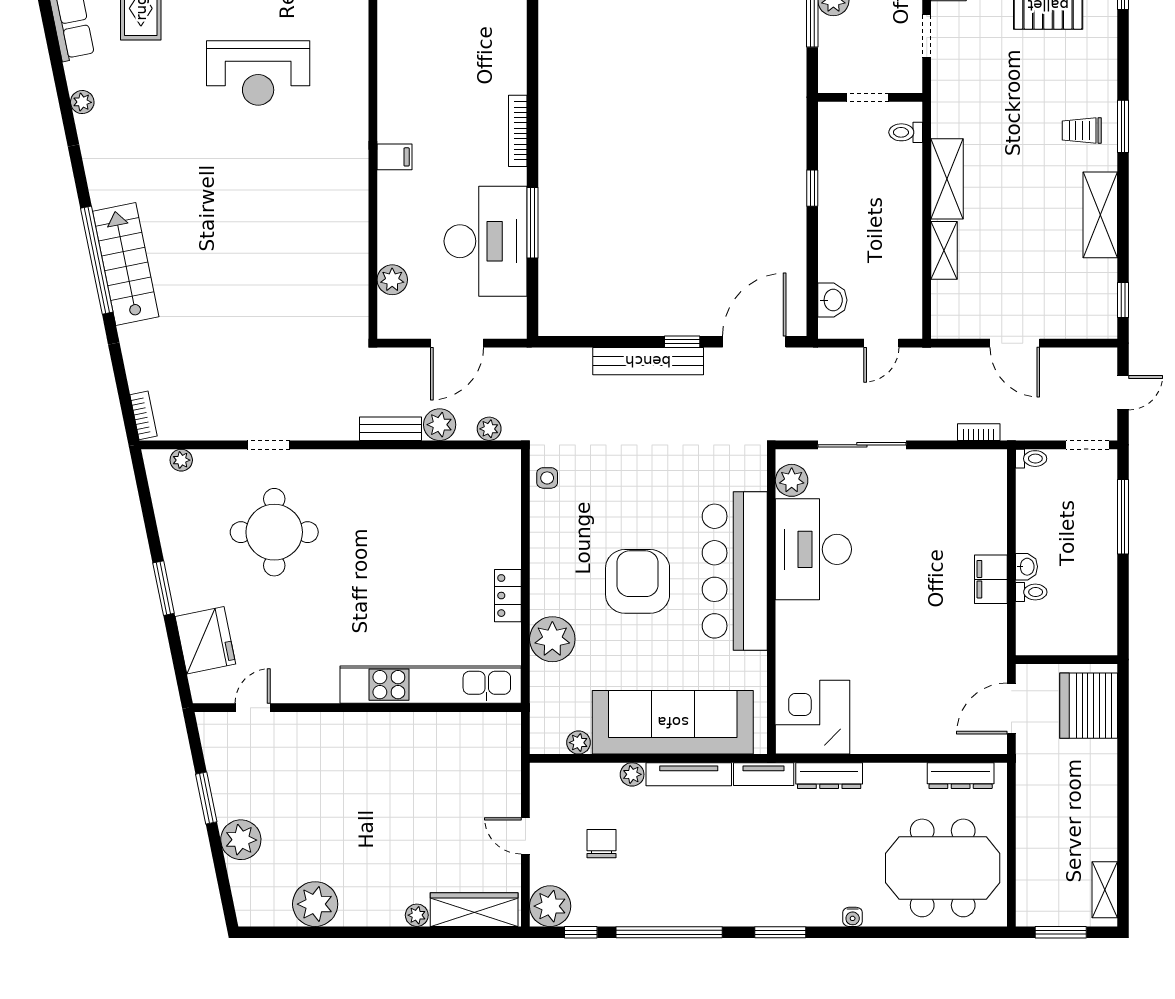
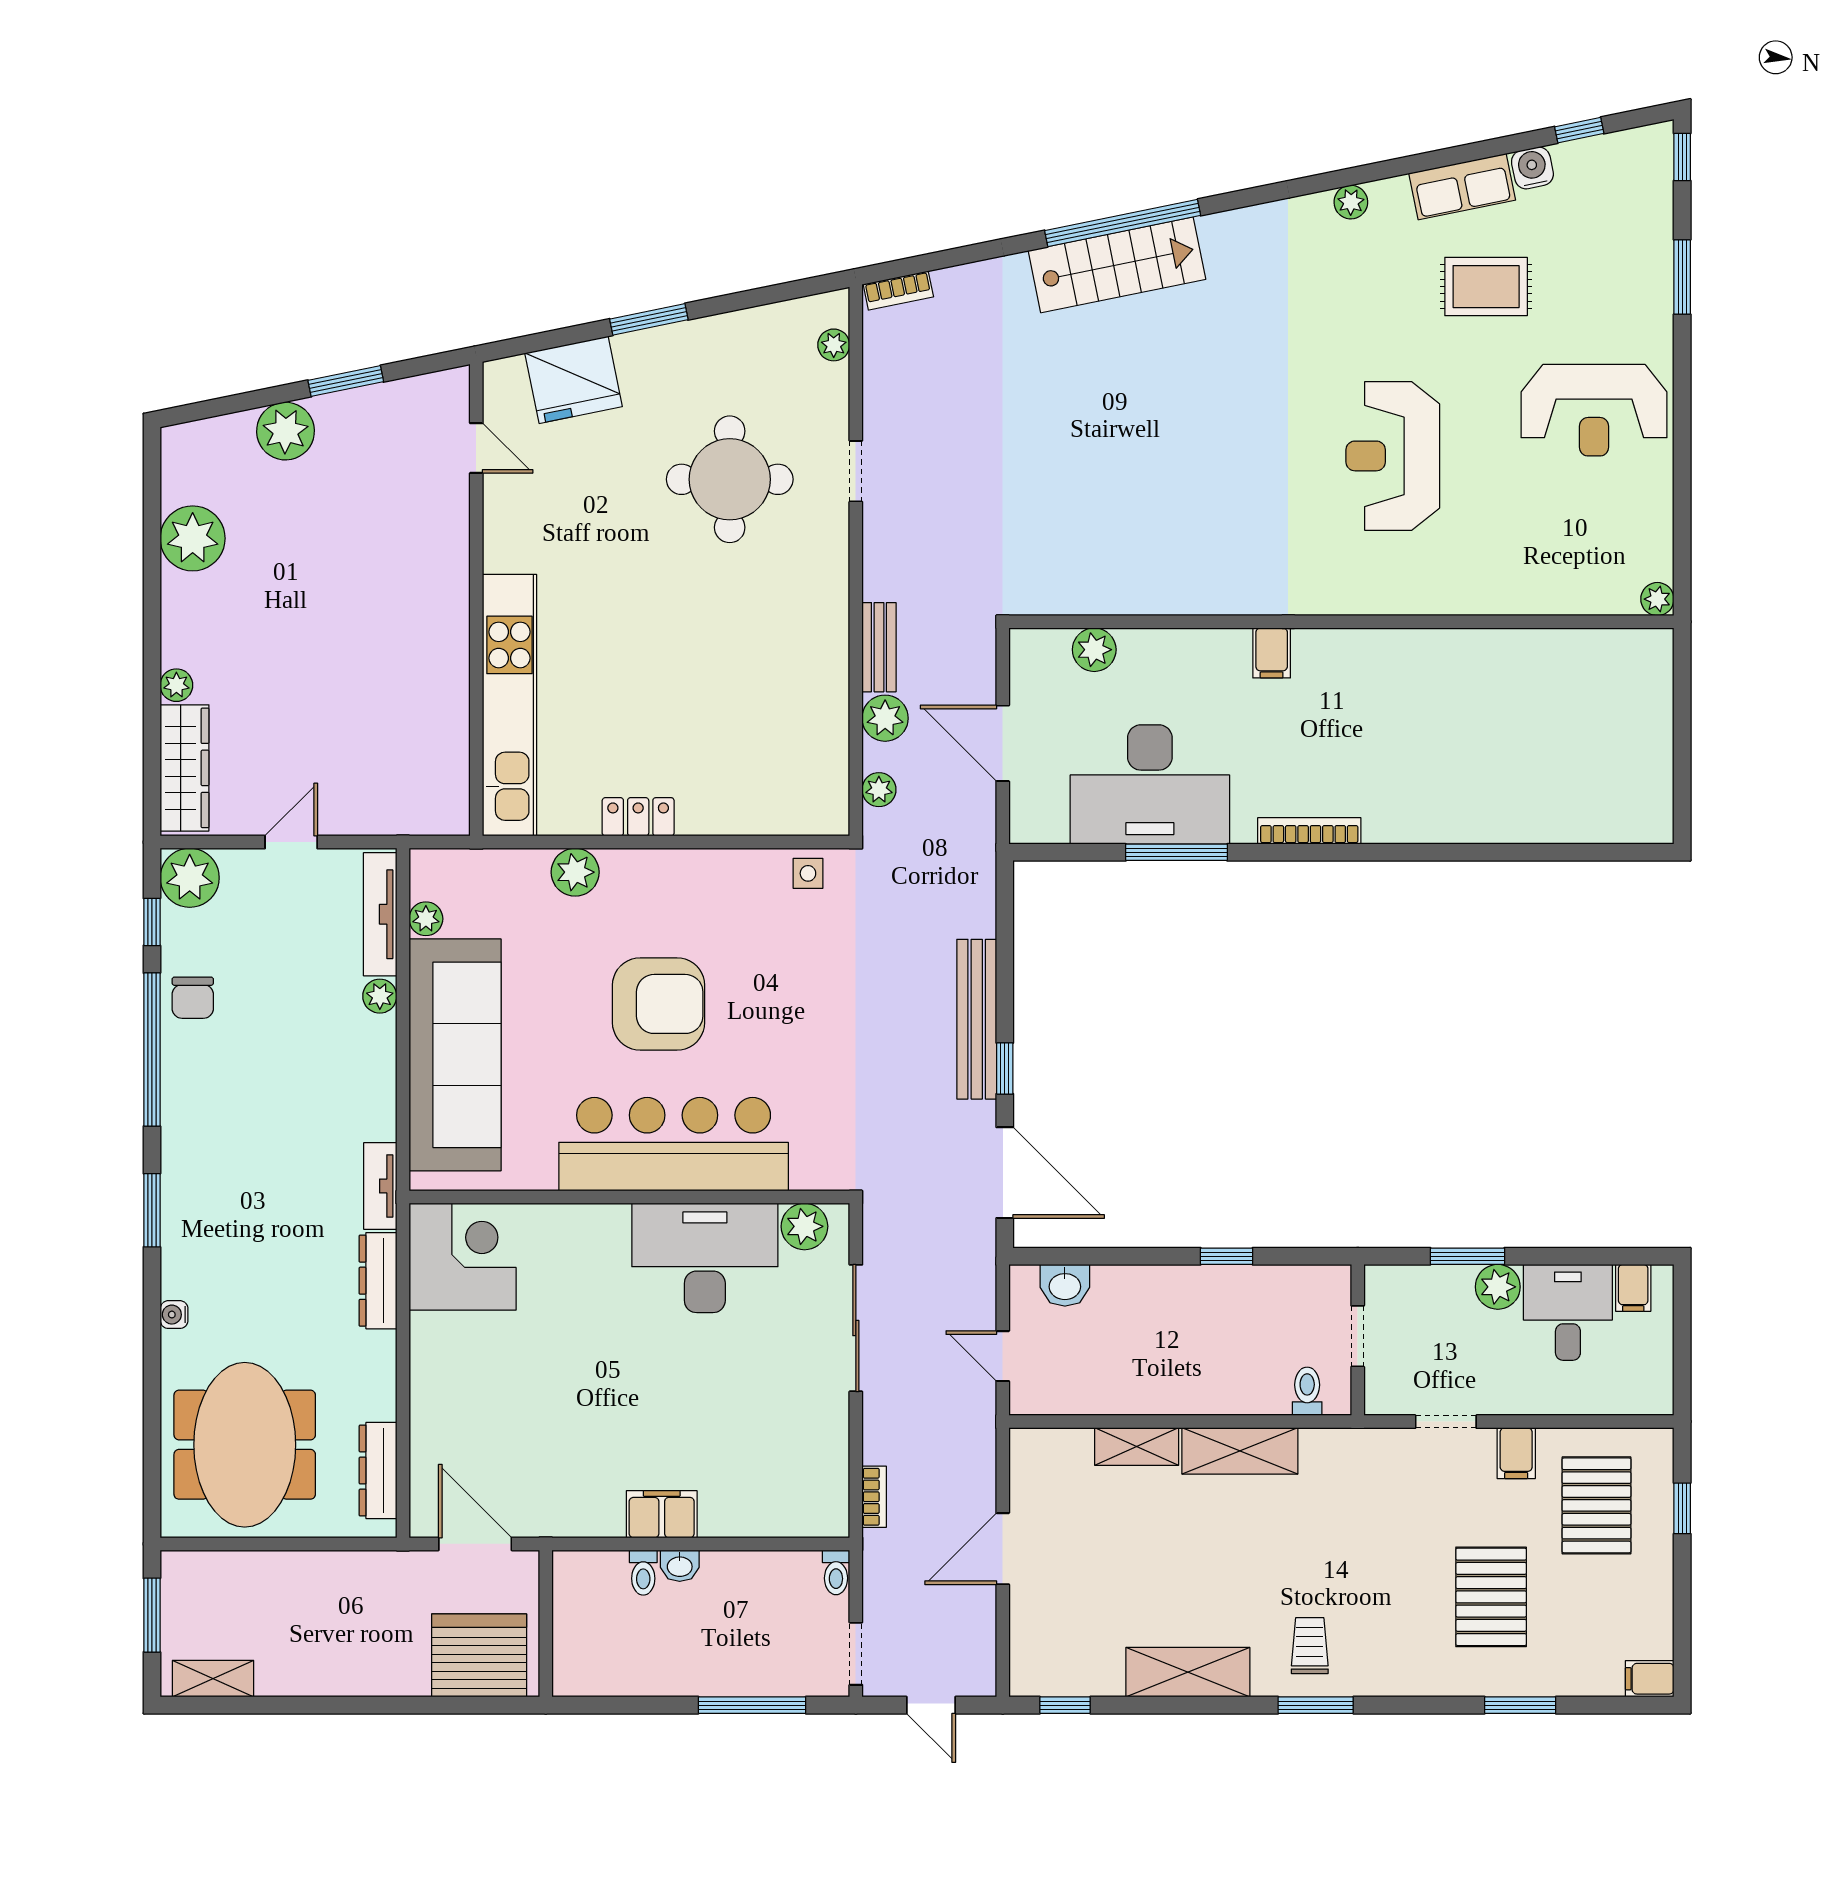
plant: (552, 639) -> (575, 872), width x0.73, depth x0.73
tv unit: (689, 774) -> (380, 914), moved
chair: (601, 844) -> (193, 998), moved, turned 90

